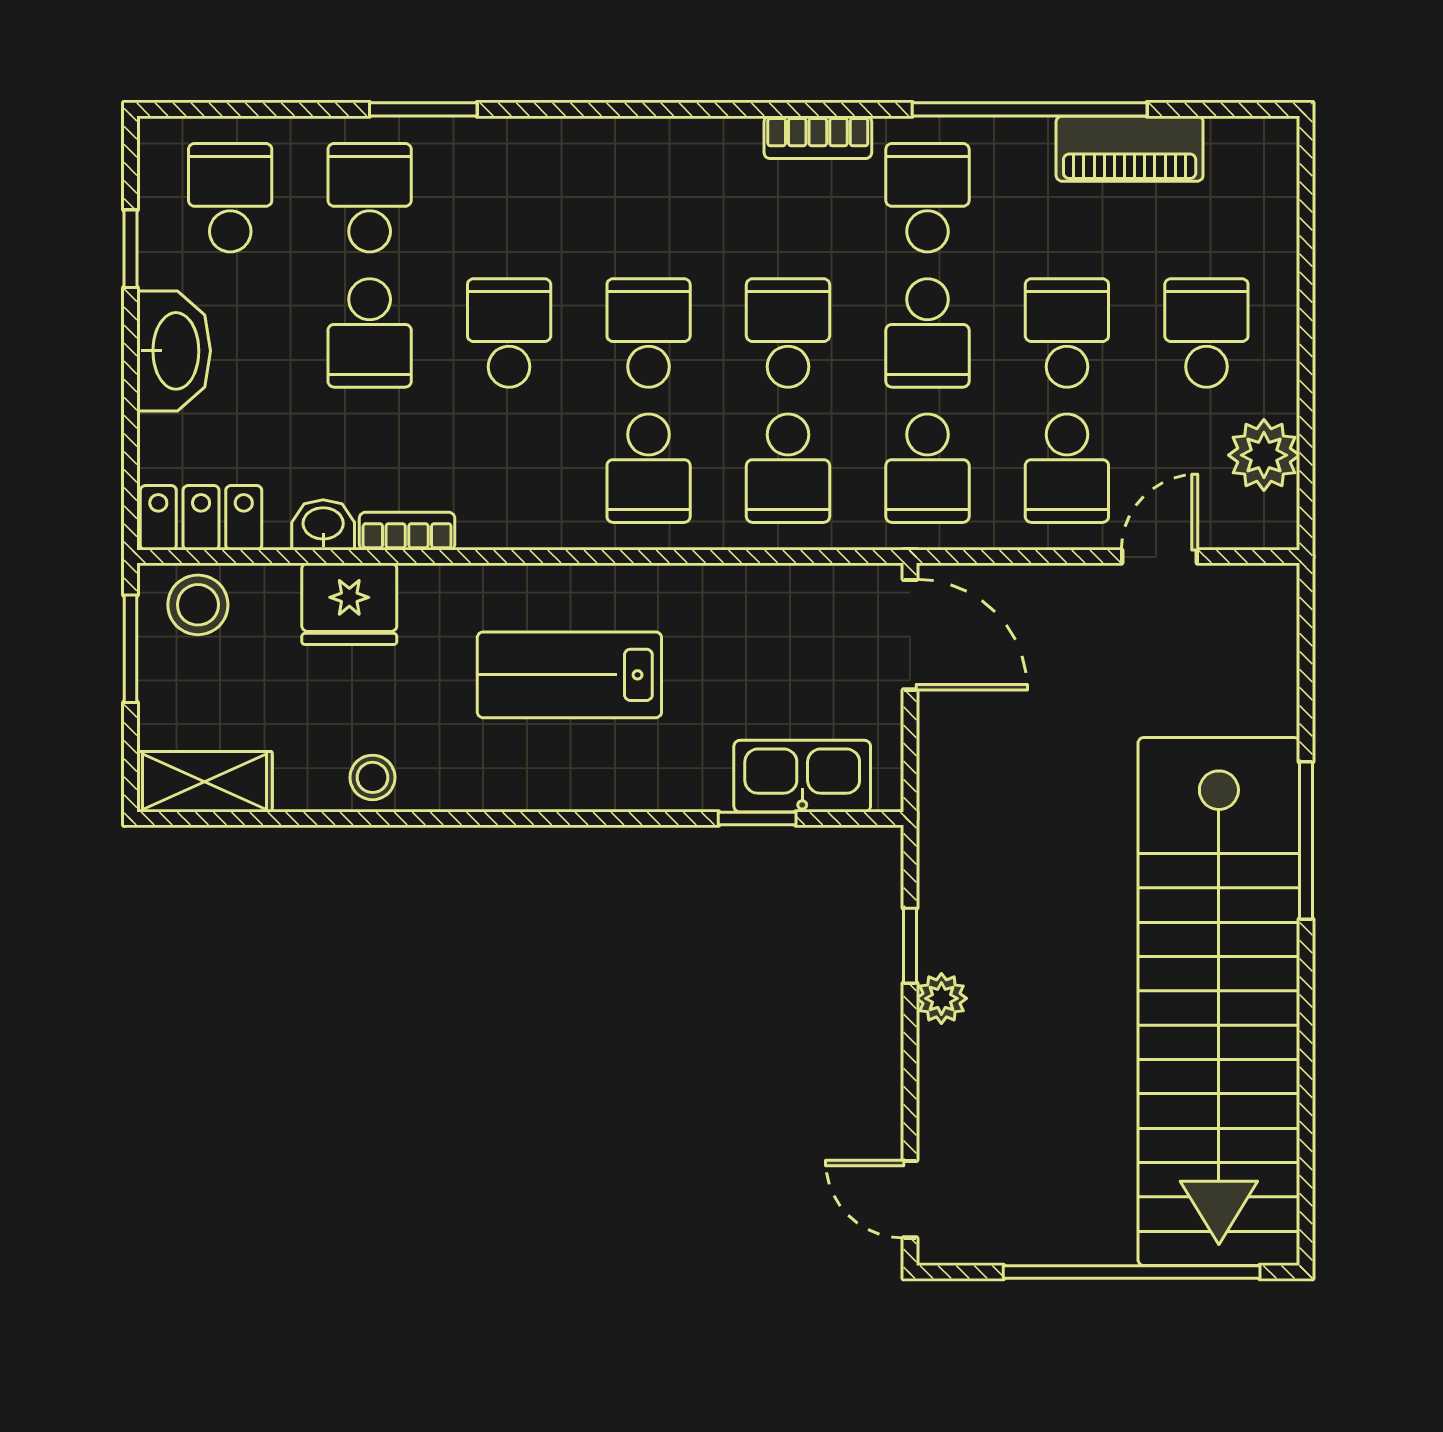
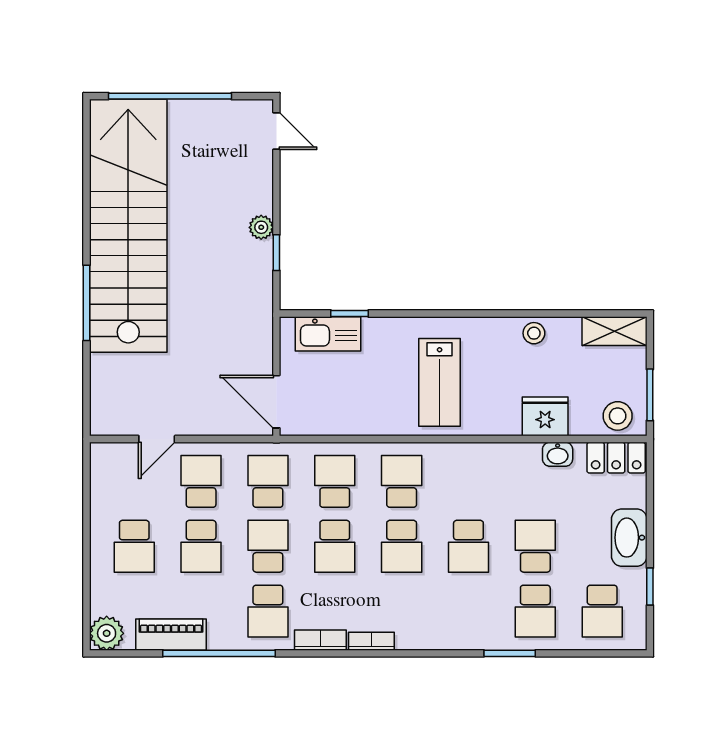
plant: (1264, 455) -> (107, 633), moved
bookcase: (407, 531) -> (371, 641), moved, turned 180
lab bench: (569, 675) -> (440, 382), turned 90

